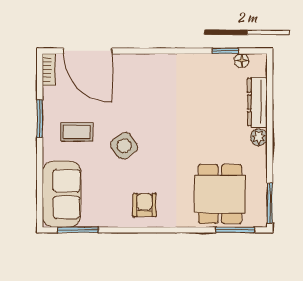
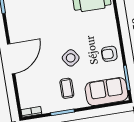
door: (88, 51) -> (11, 59), moved
armchair: (144, 205) -> (109, 54), moved

